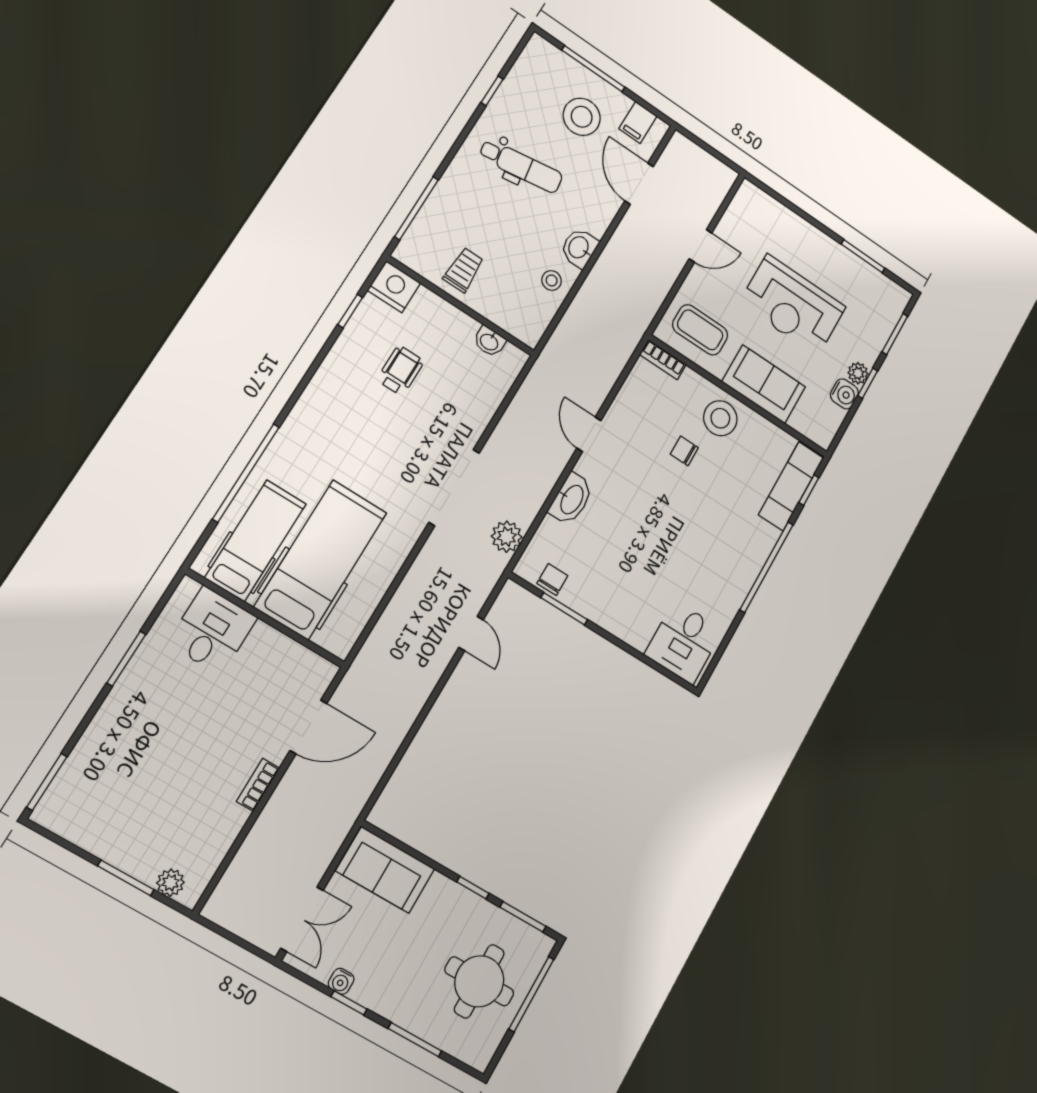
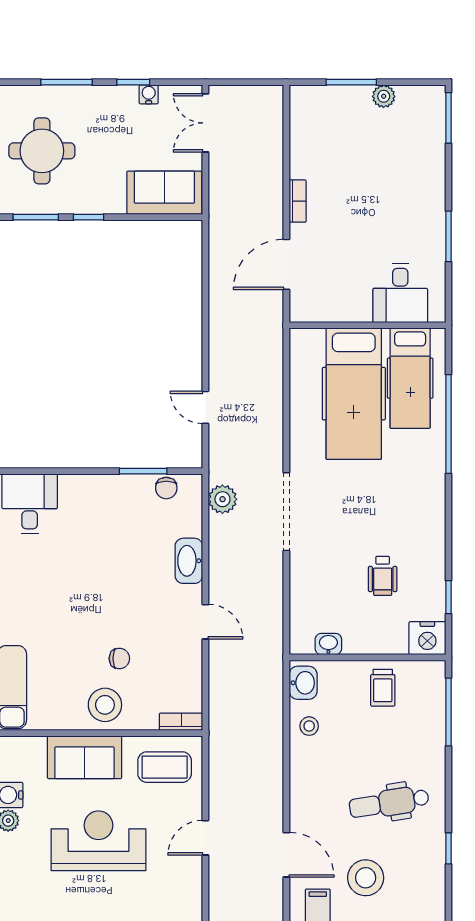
washbasin: (579, 248) -> (303, 683), moved
plant: (170, 883) -> (384, 96), moved

